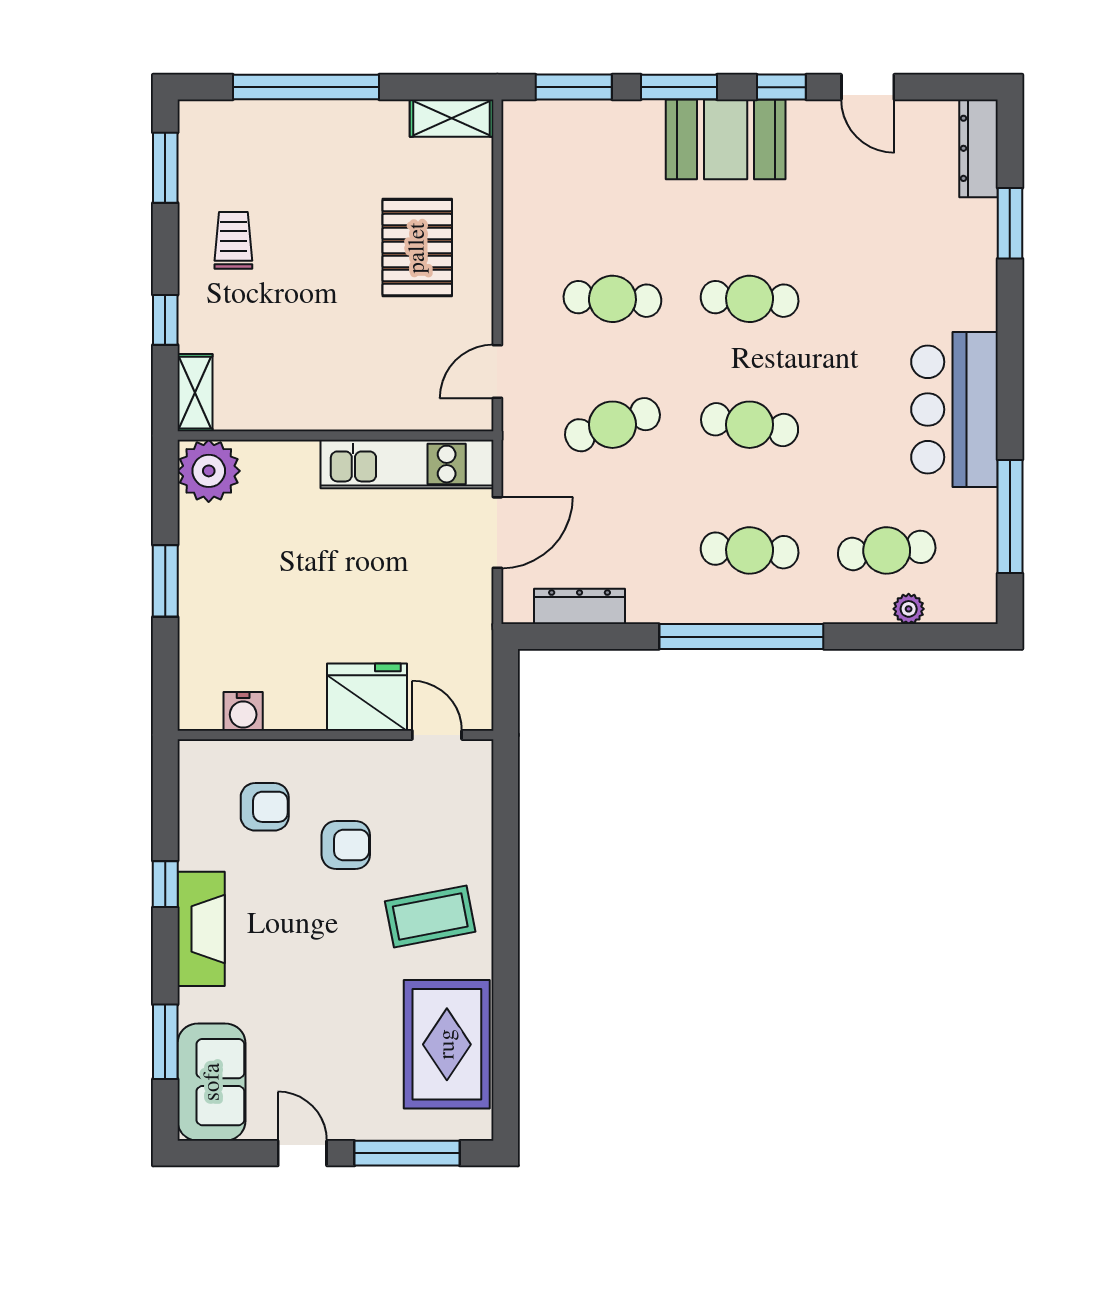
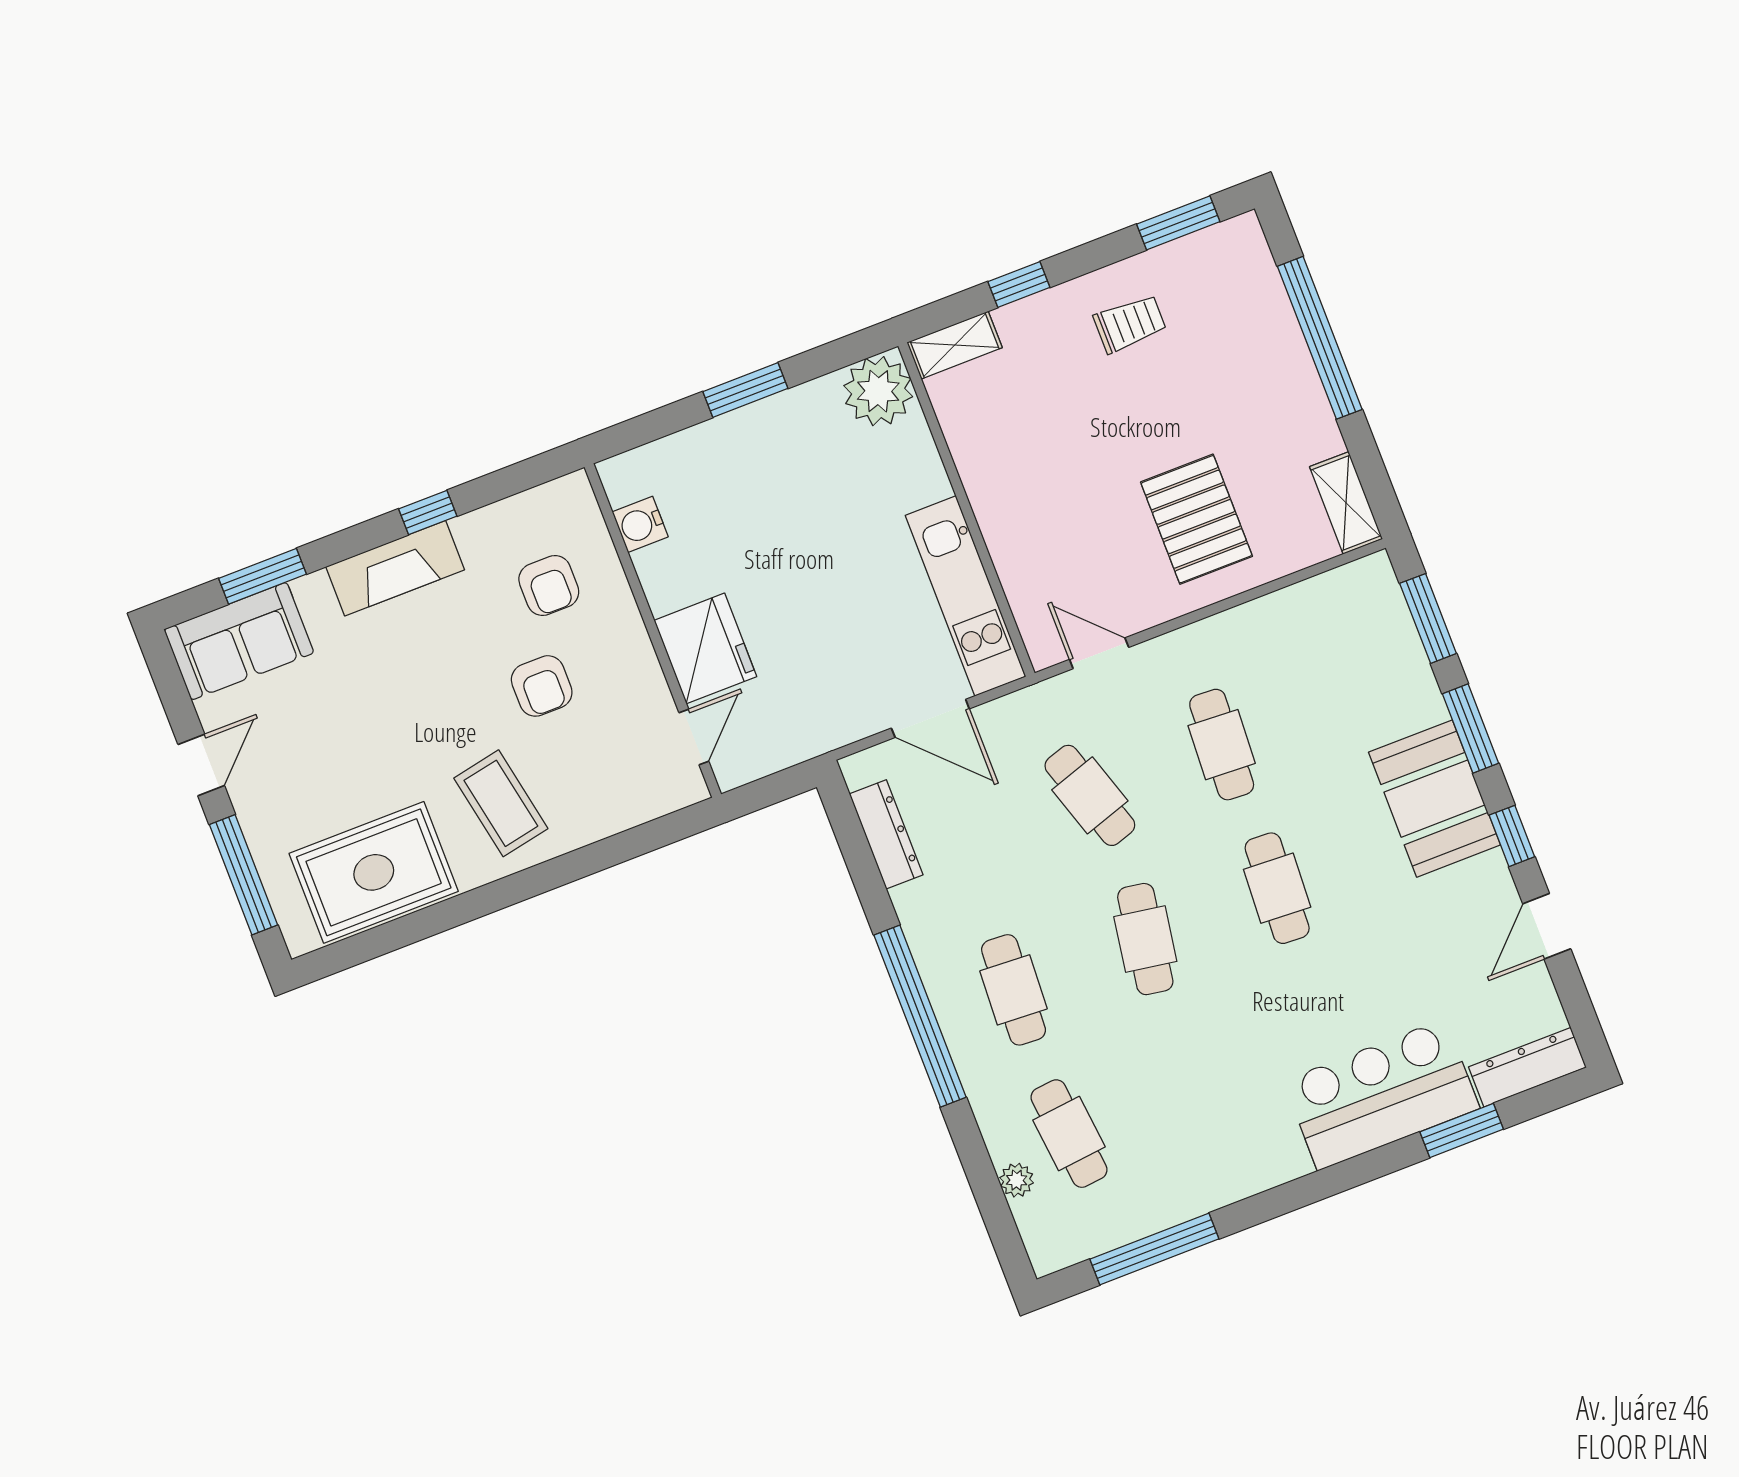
pallet: (417, 248) -> (1196, 519), turned 90
bar counter: (954, 409) -> (1381, 1095), moved

